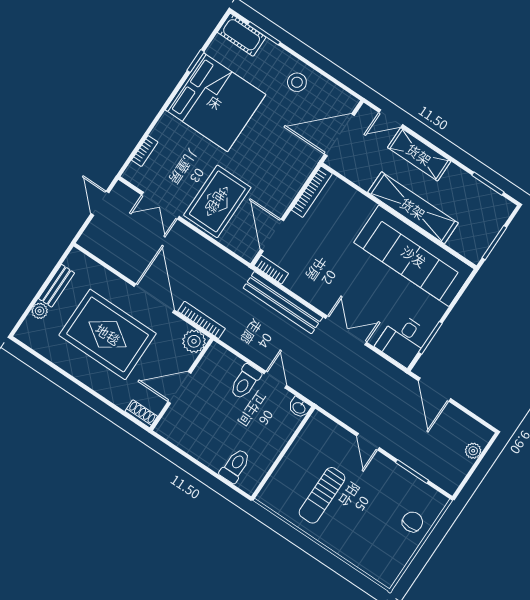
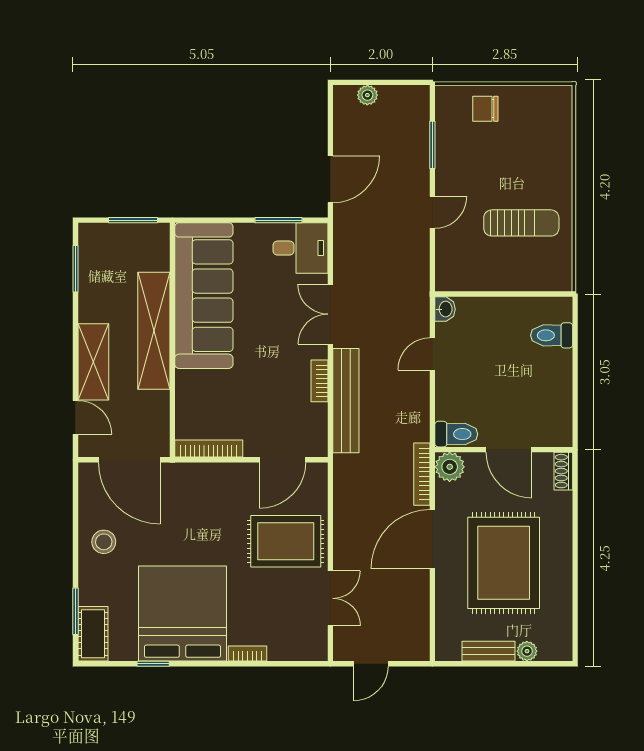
bookcase: (145, 151) -> (247, 654), moved
bookcase: (271, 270) -> (319, 381), moved
toilet: (245, 382) -> (456, 434), moved

